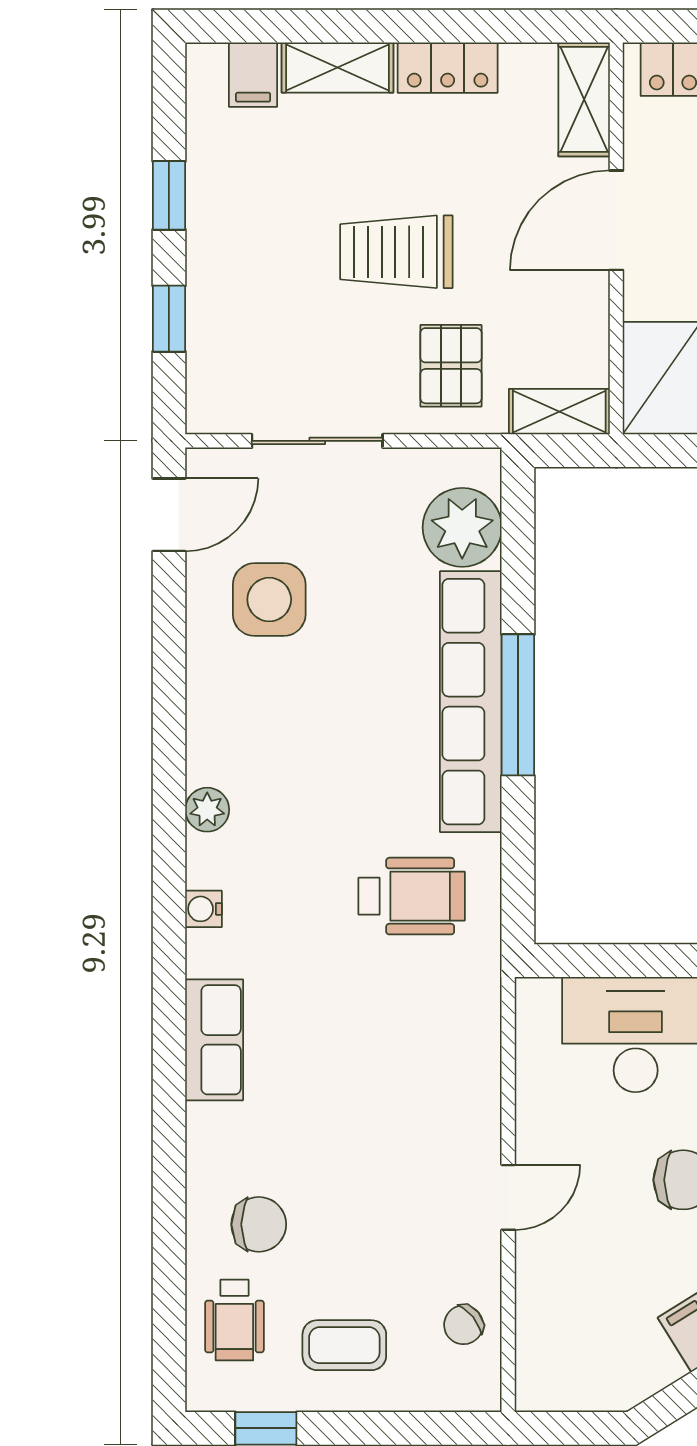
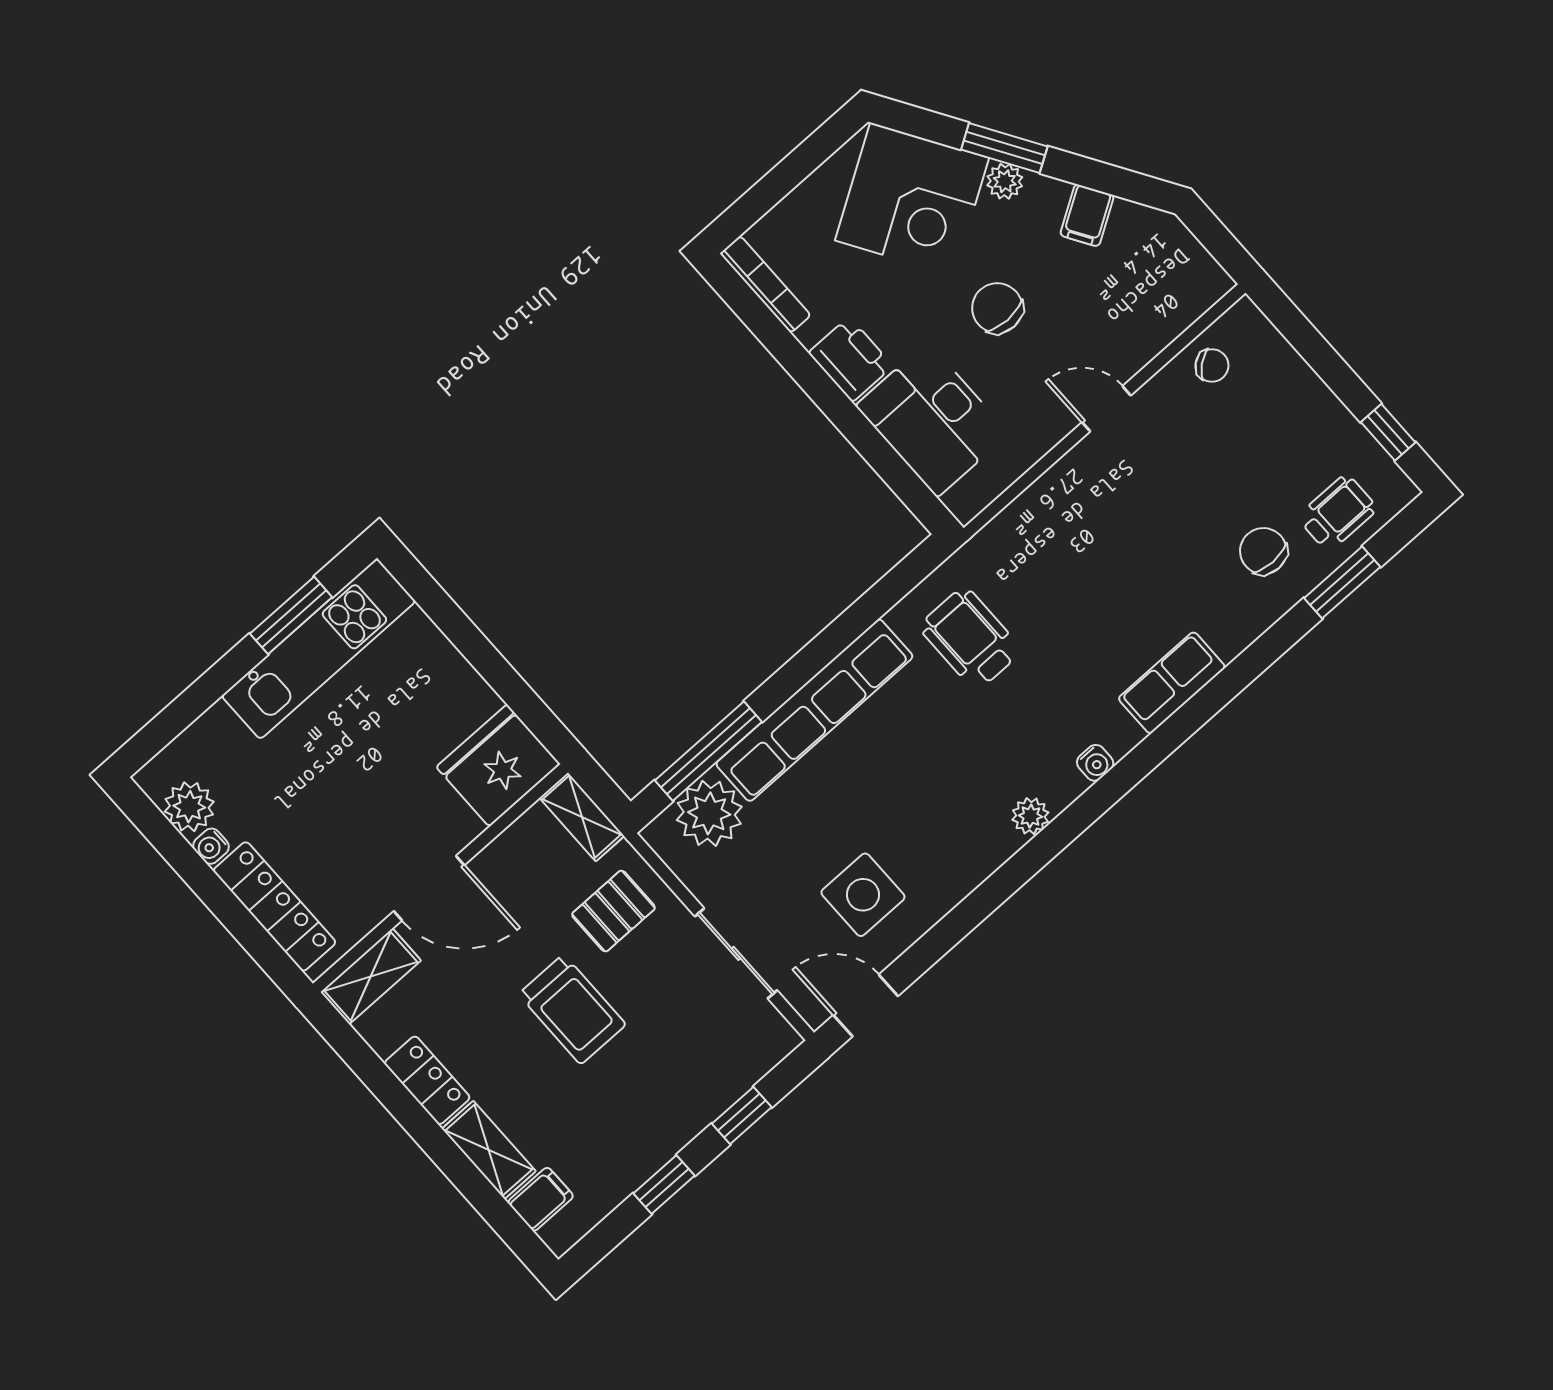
window: (518, 705) -> (708, 751), moved
window: (169, 1270) -> (1342, 582), added
coffee table: (344, 1345) -> (1292, 429), removed

